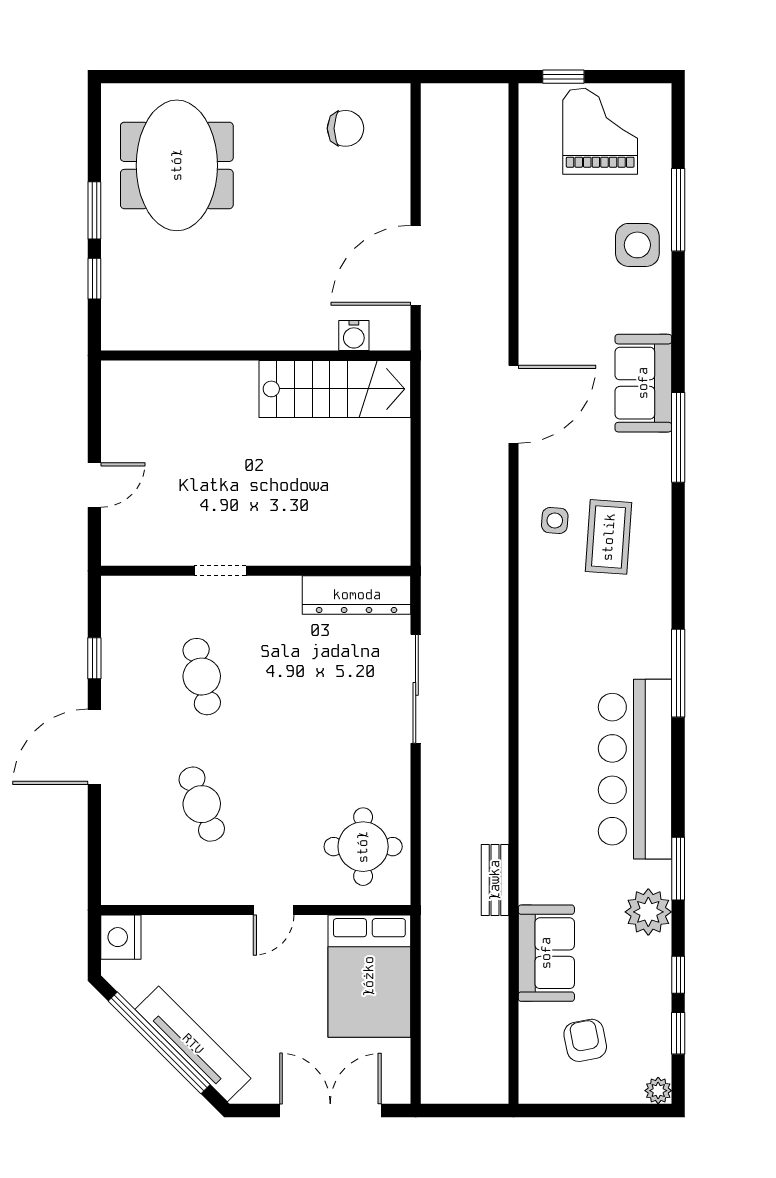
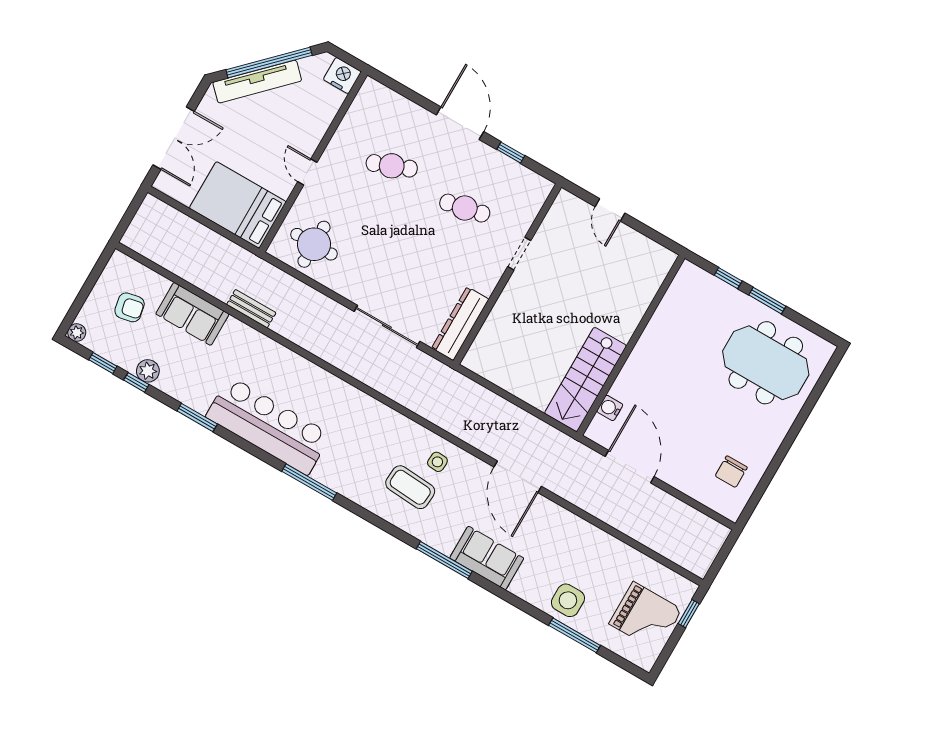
plant: (648, 912) -> (148, 371), moved, width x0.73, depth x0.73

